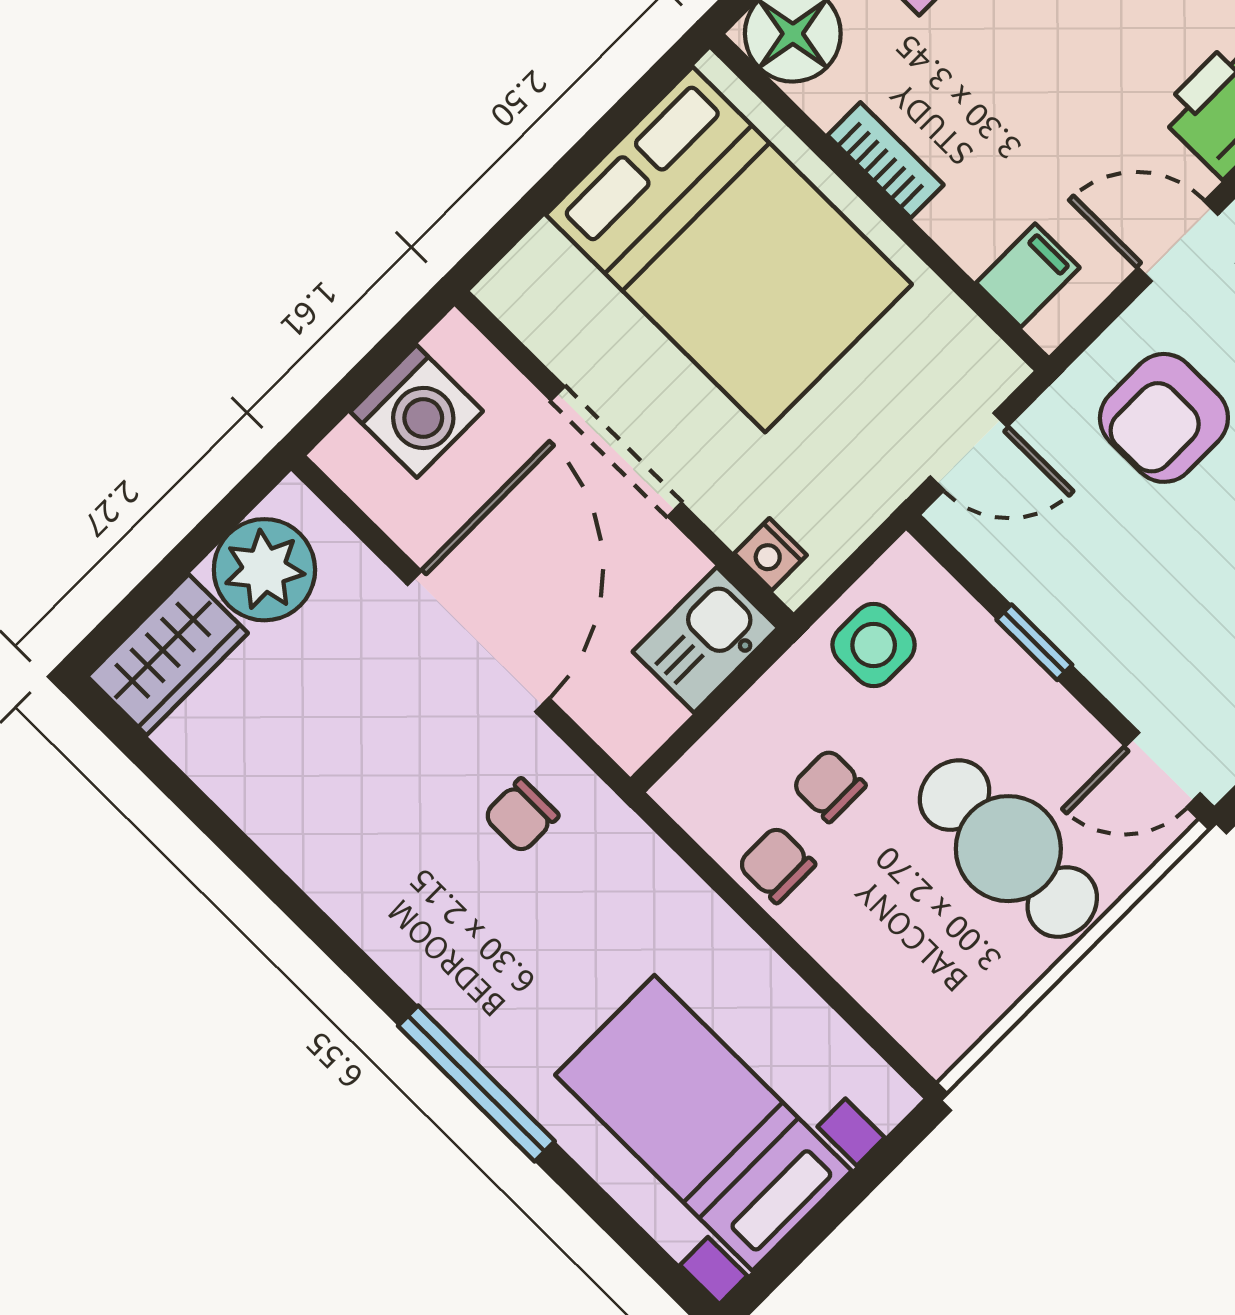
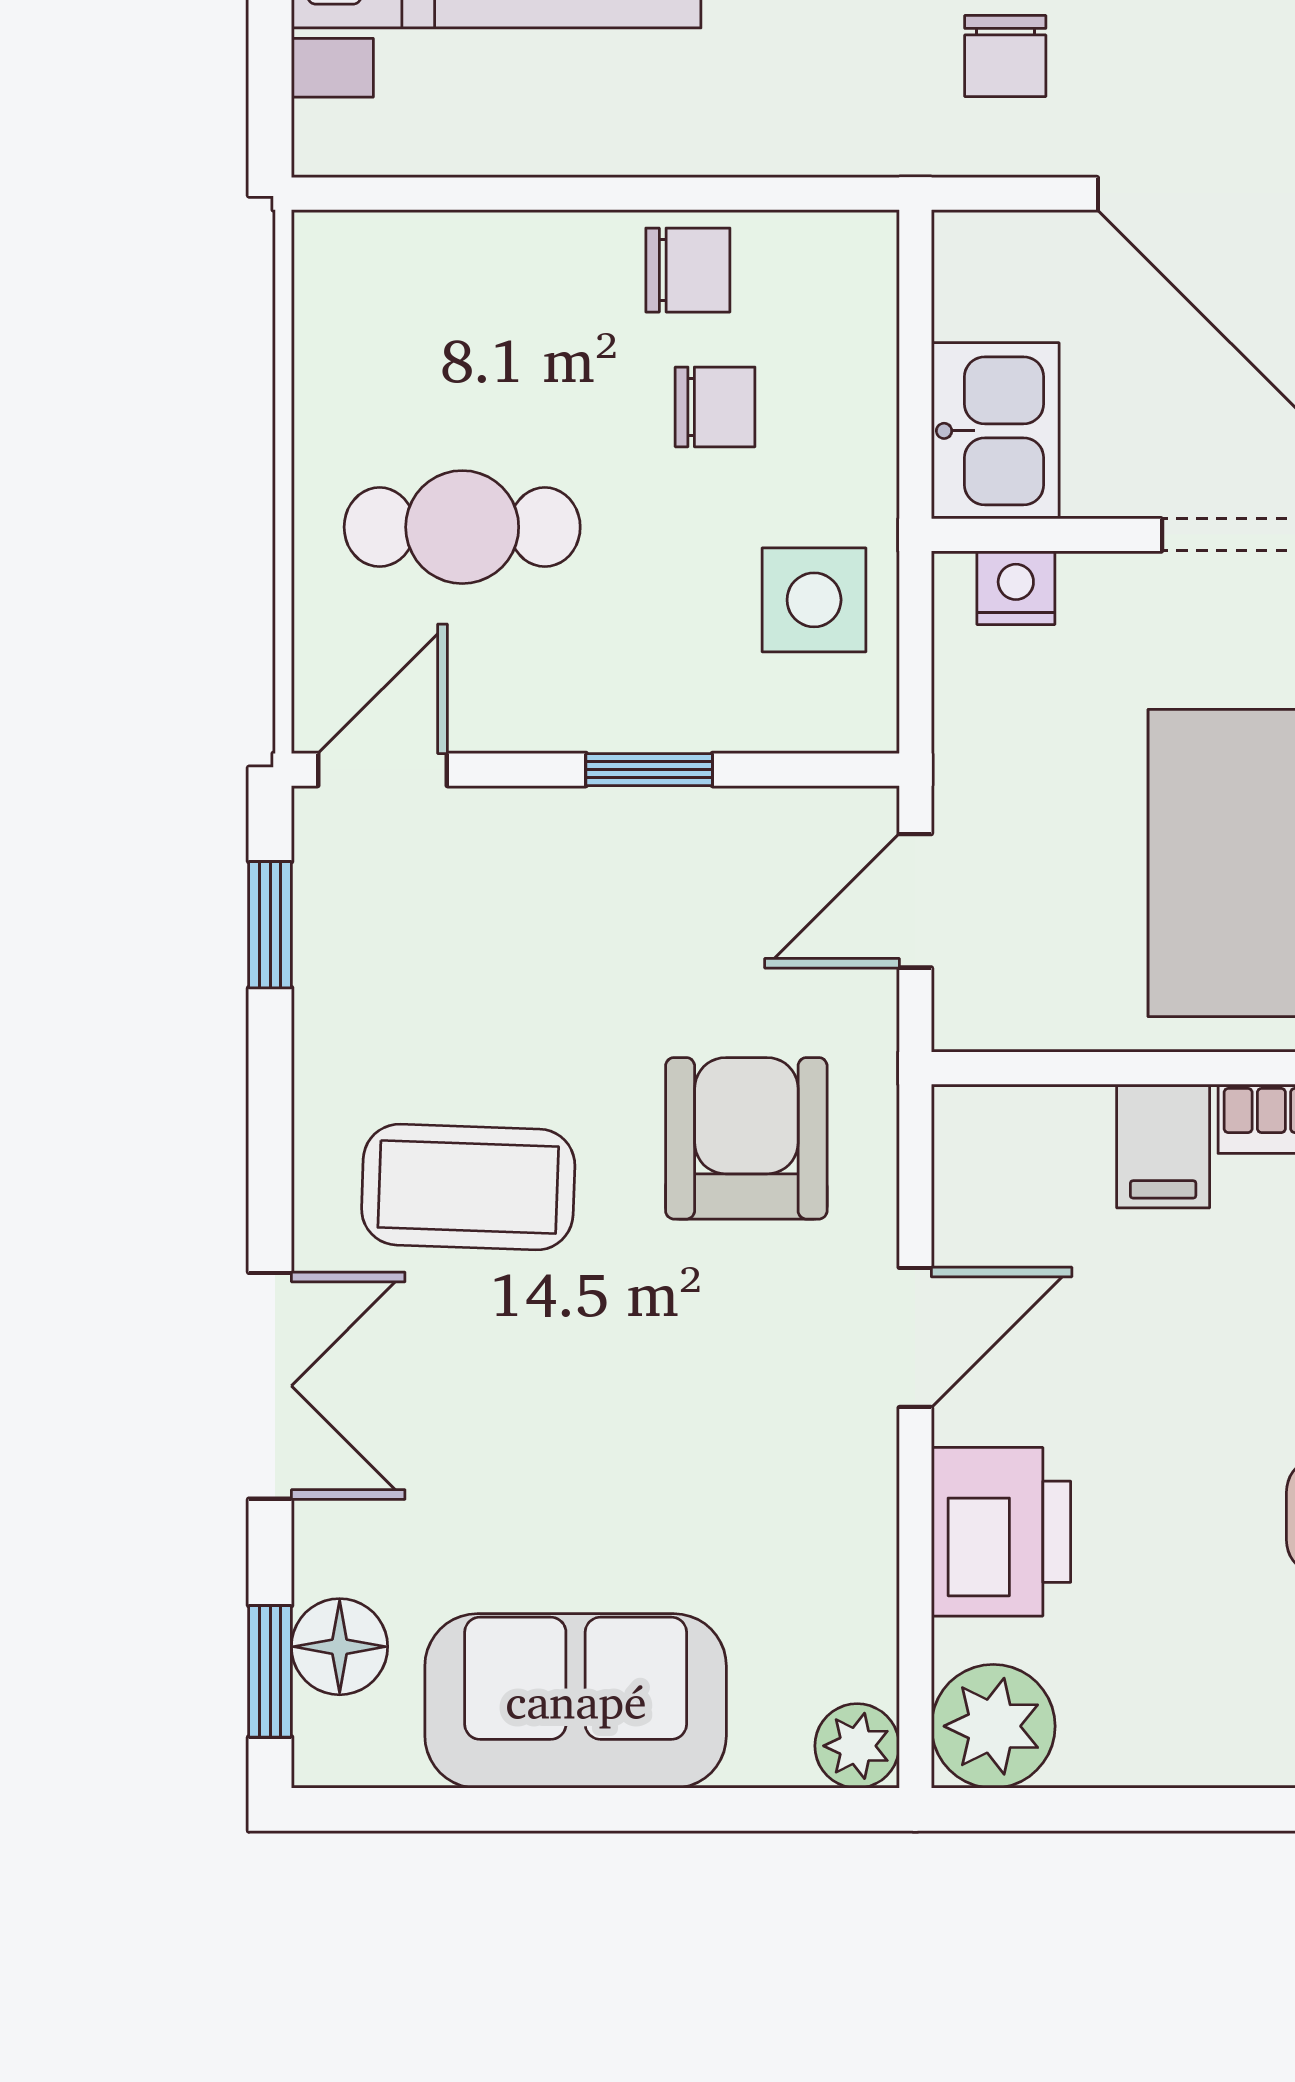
filing cabinet: (1028, 275) -> (1163, 1146), moved
chair: (521, 816) -> (1005, 56), turned 180
cafe table: (1008, 849) -> (462, 527), width x0.73, depth x0.74

